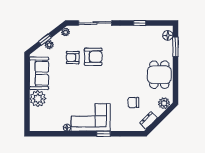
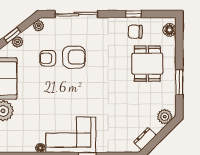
window: (175, 47) -> (179, 82), moved
dining table: (159, 75) -> (147, 64), moved
chair: (133, 102) -> (135, 32), moved

